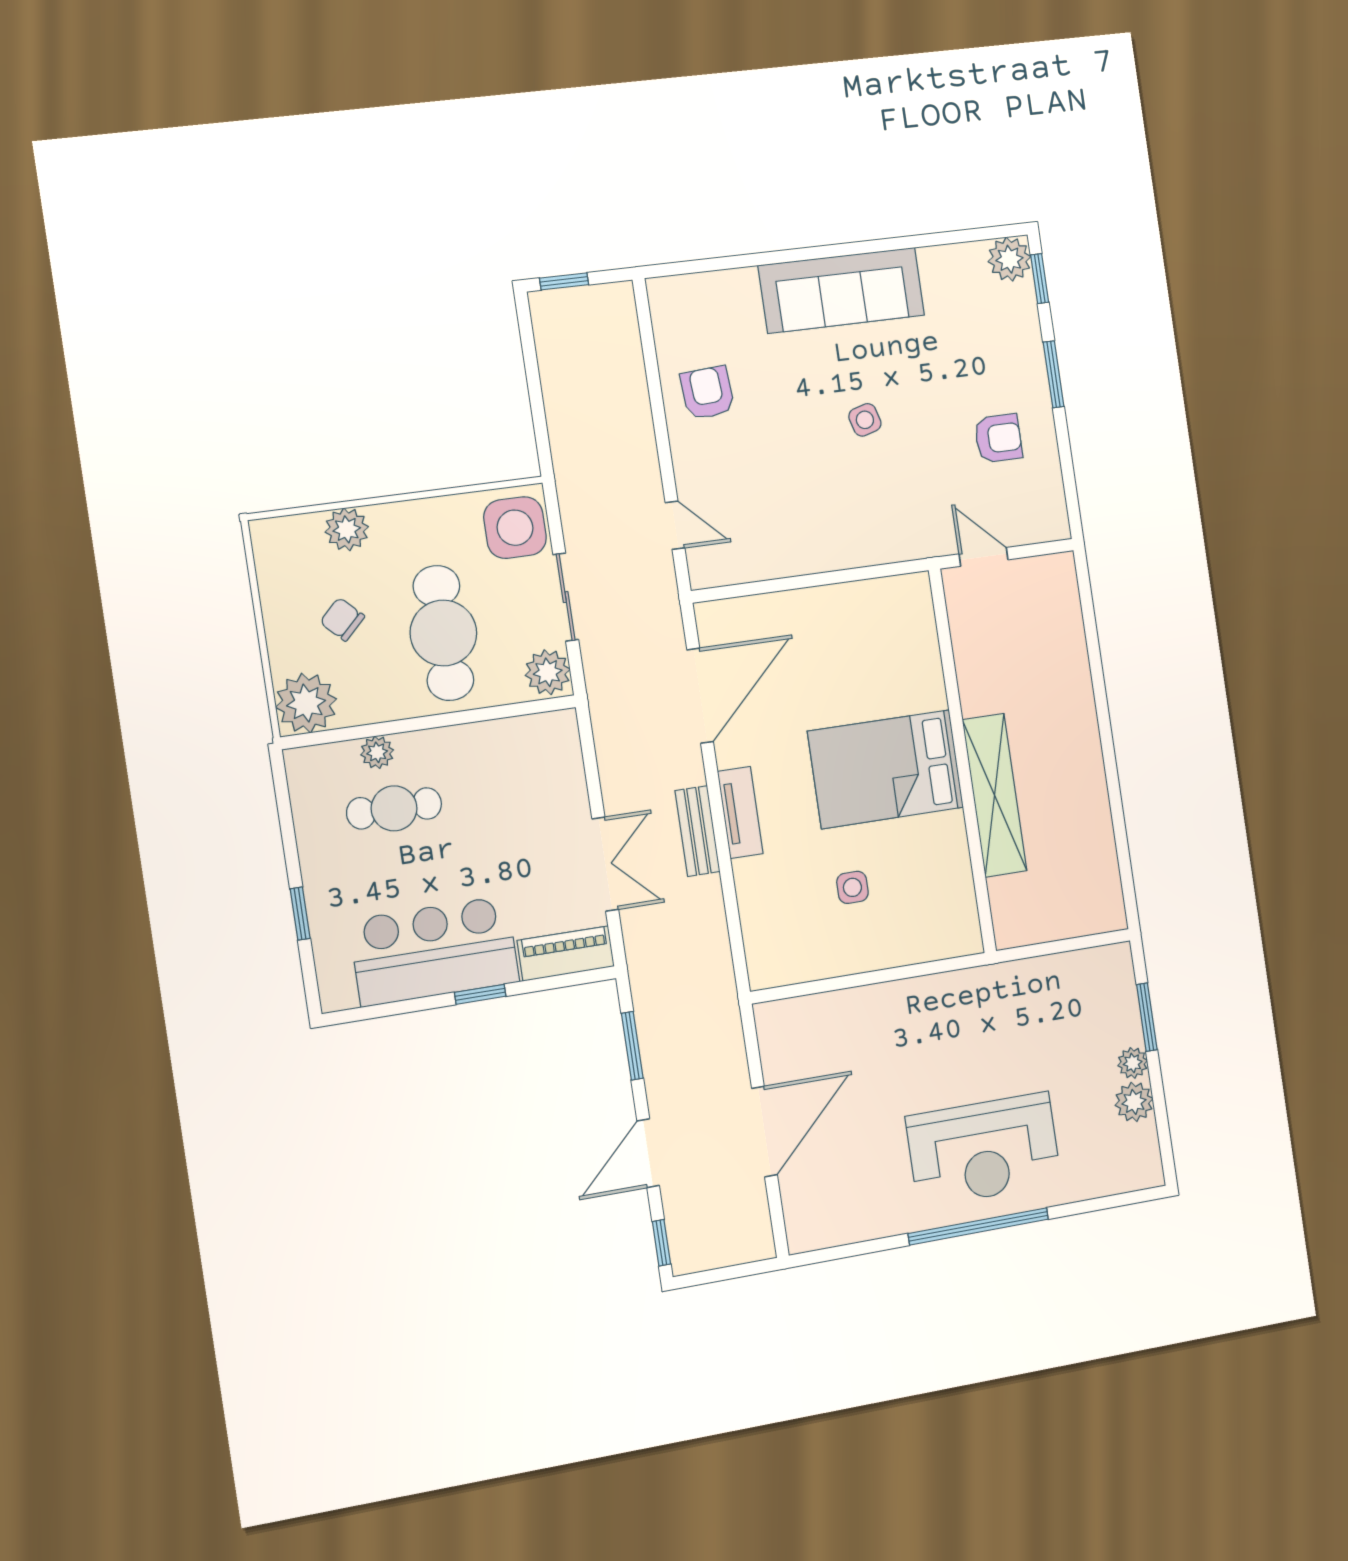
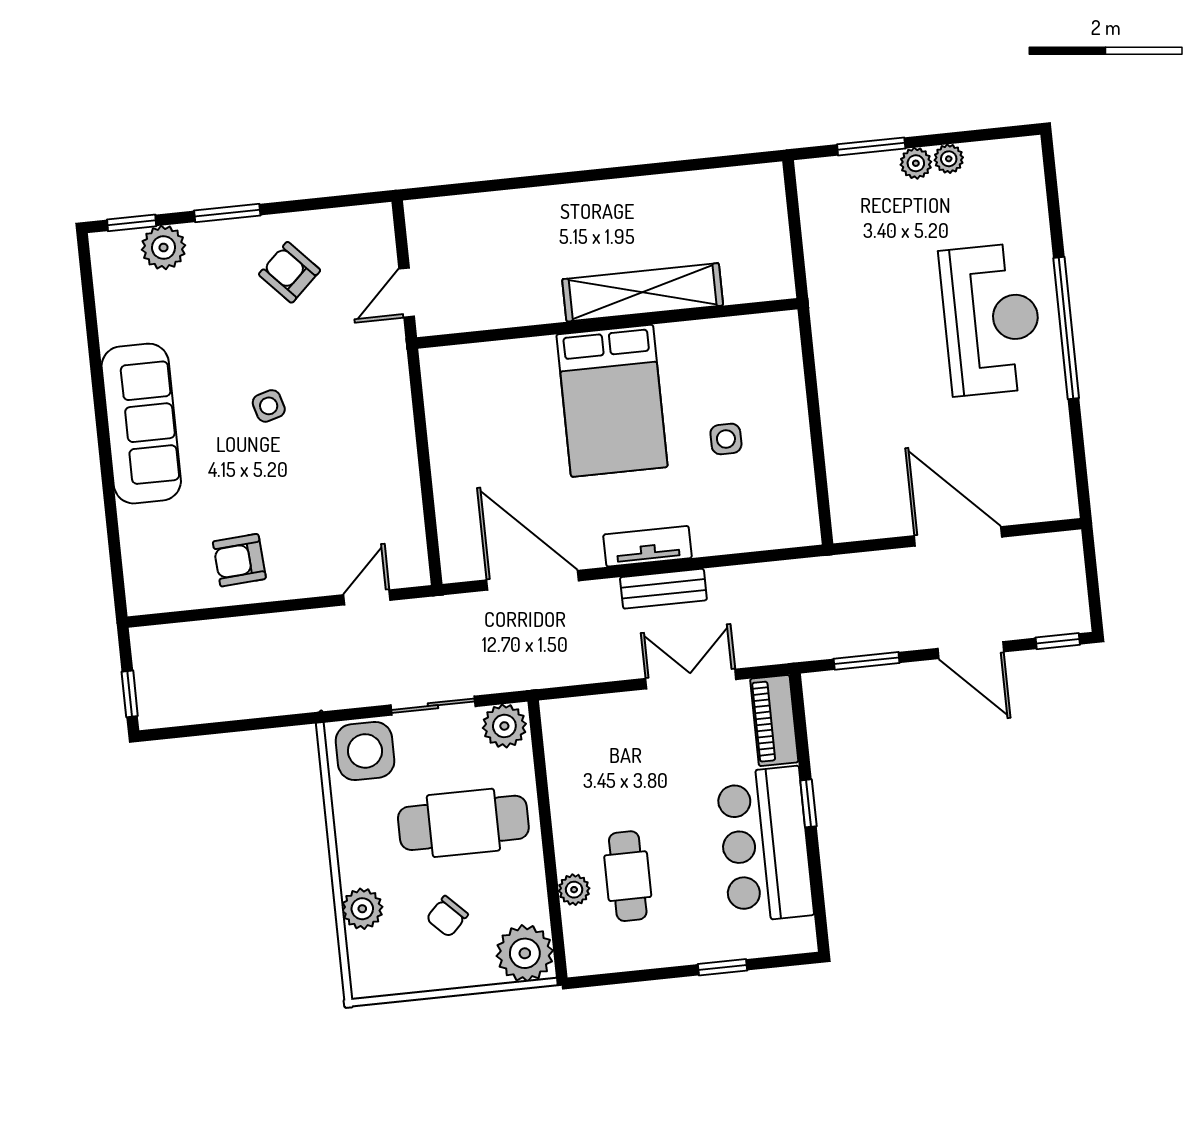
plant: (1009, 259) -> (164, 248), moved
armchair: (998, 438) -> (290, 272), turned -43
plant: (1134, 1102) -> (949, 159), width x0.73, depth x0.73

